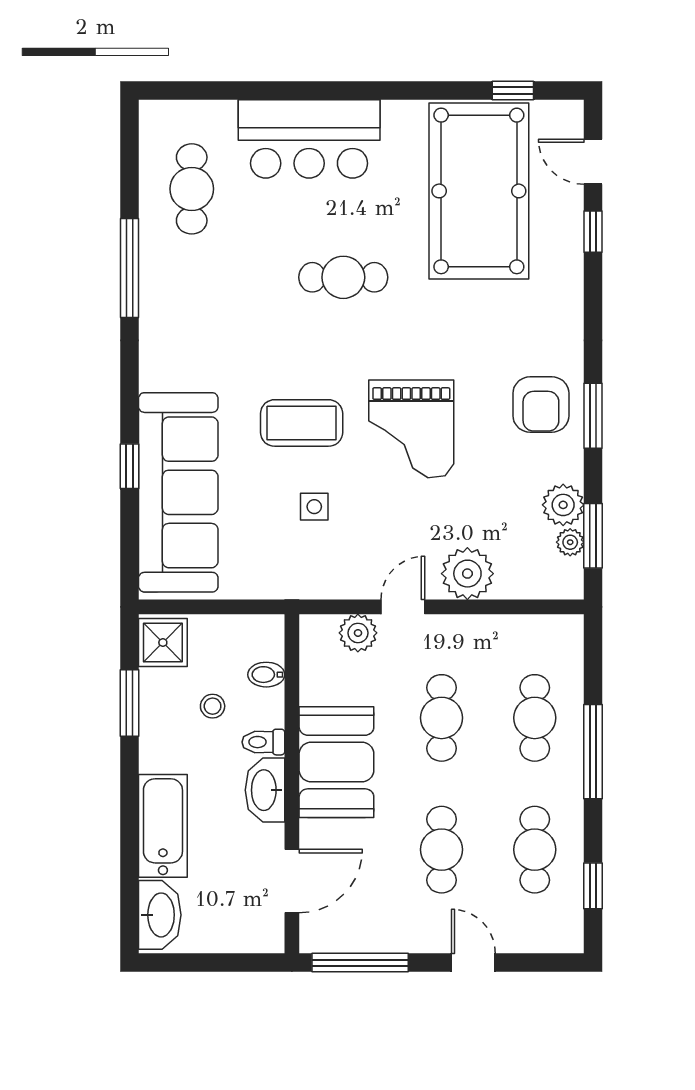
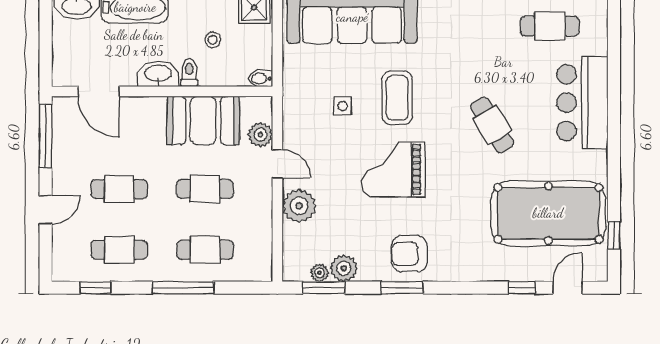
cafe table: (343, 277) -> (492, 125), turned -31
bidet: (266, 675) -> (261, 79), moved, turned -90
booth: (336, 762) -> (203, 121), moved

